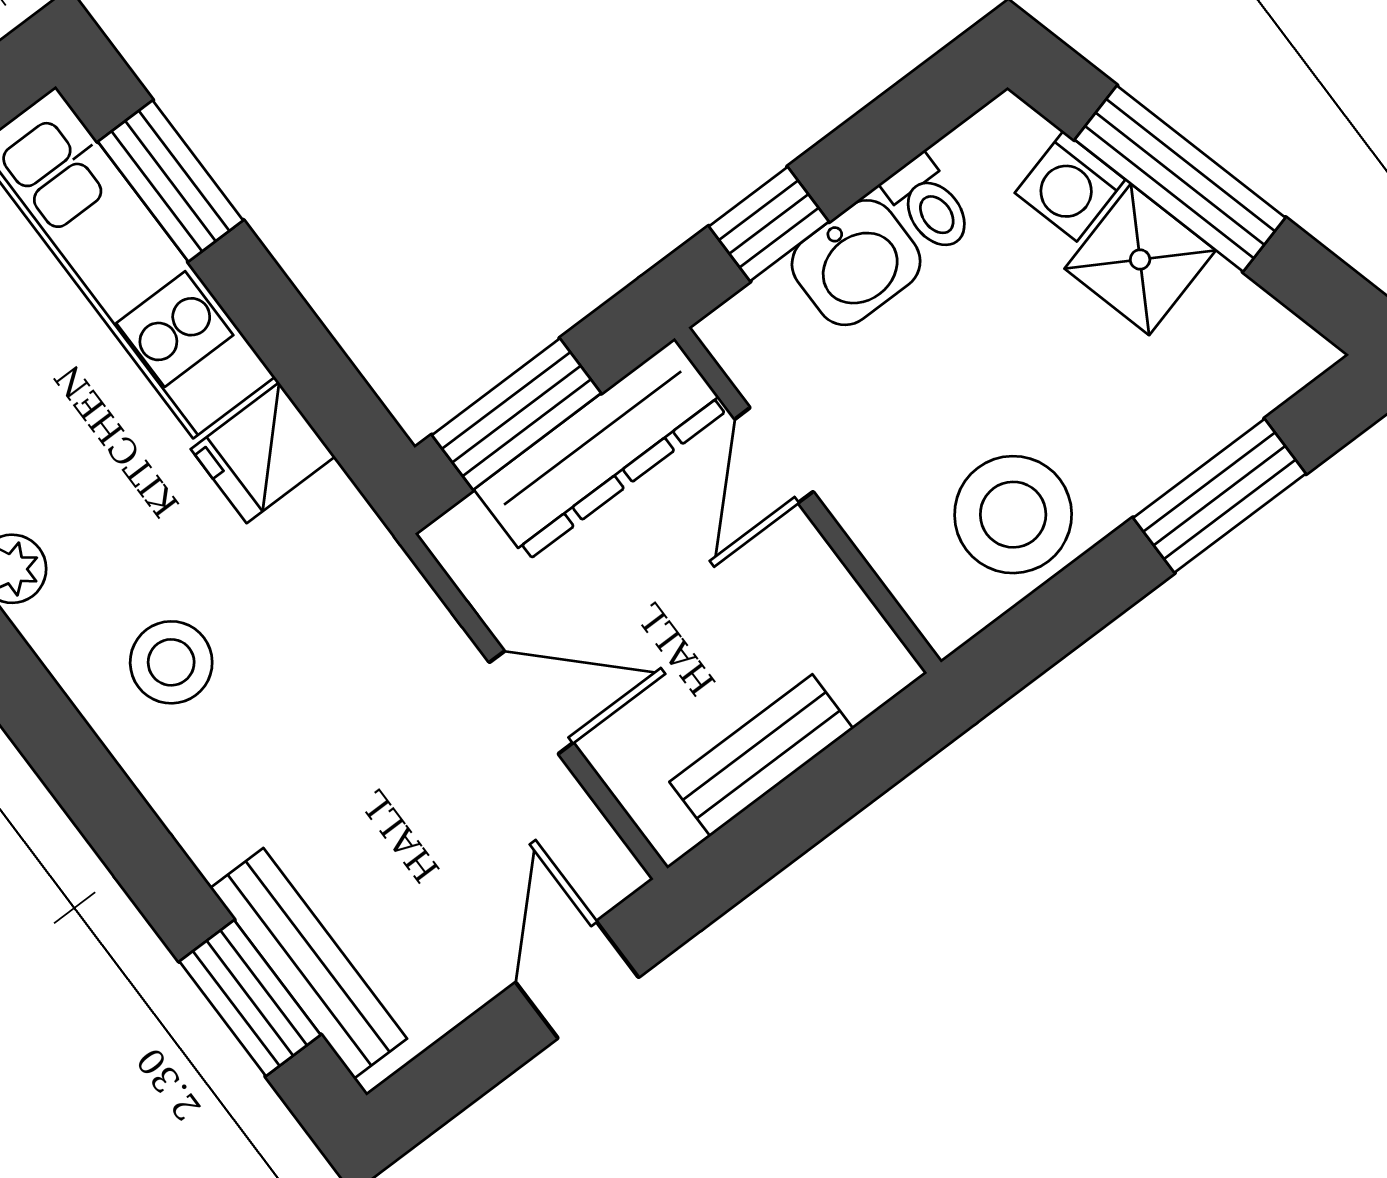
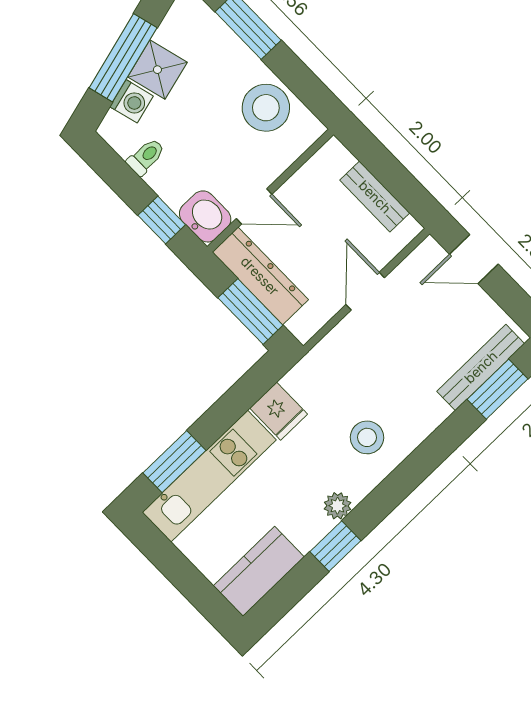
washbasin: (856, 263) -> (205, 216), moved

